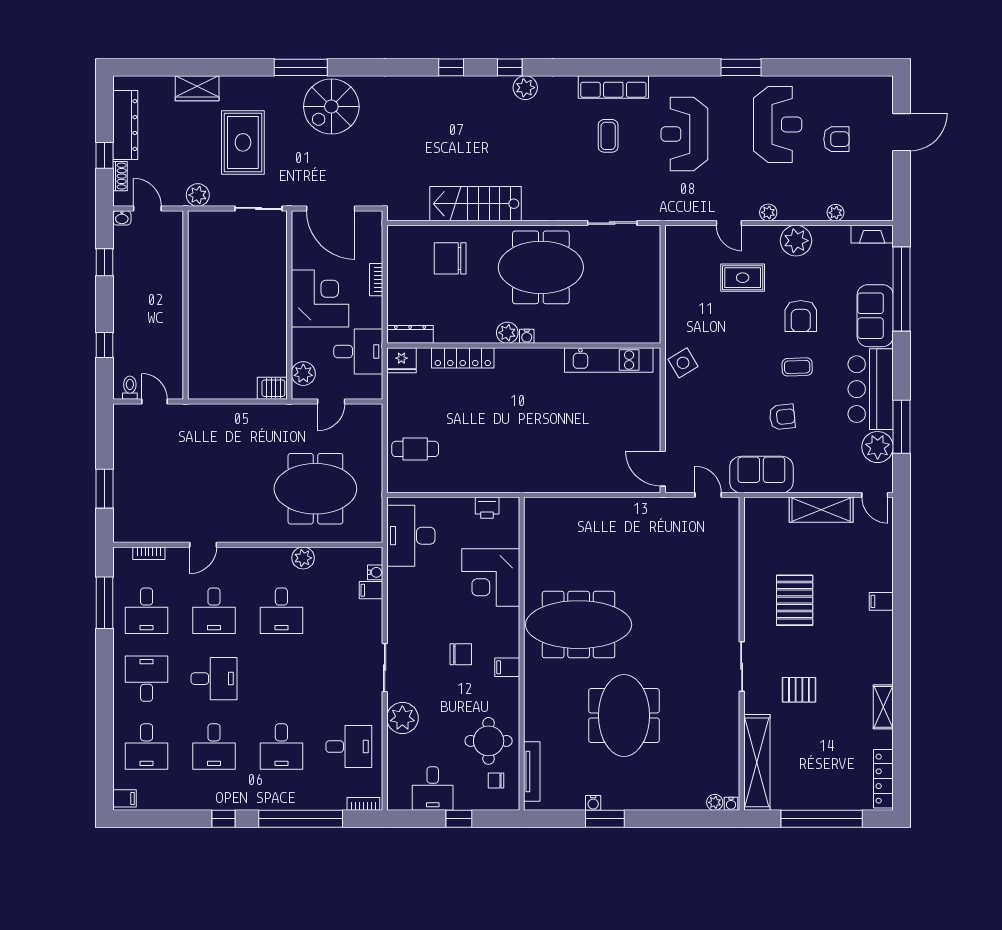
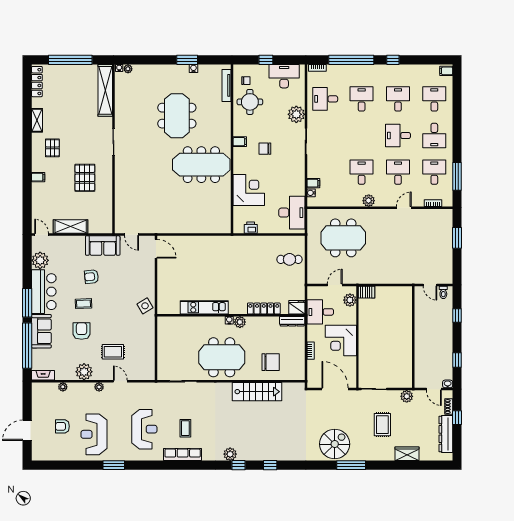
rug: (243, 142) -> (382, 425), width x0.73, depth x0.70
kitchen unit: (609, 360) -> (204, 307), moved
window: (901, 427) -> (27, 303), moved
plant: (303, 558) -> (369, 201), moved
pallet: (799, 690) -> (52, 148), moved, turned 90
desk: (433, 789) -> (284, 76), width x1.37

